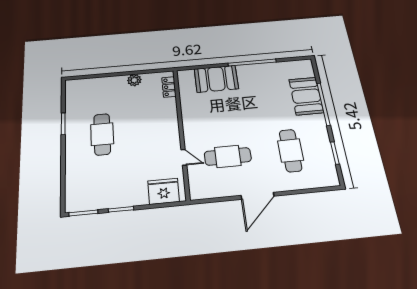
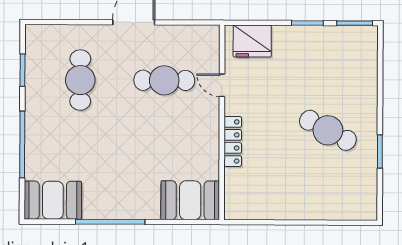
booth: (216, 79) -> (190, 200), moved
plant: (134, 80) -> (280, 210), removed
locker: (169, 87) -> (233, 141), moved, width x1.53
booth: (306, 96) -> (53, 200), moved, turned 90
cafe table: (102, 134) -> (328, 130), turned -62

